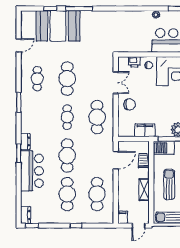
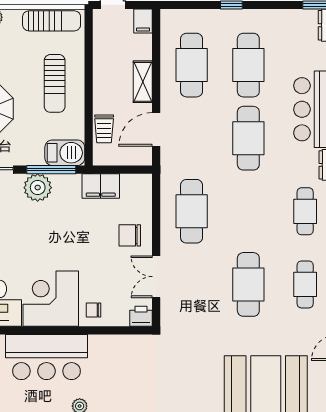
printer: (134, 62) -> (141, 316), moved
cafe table: (67, 117) -> (305, 211), moved
shelving: (144, 190) -> (143, 82), moved

